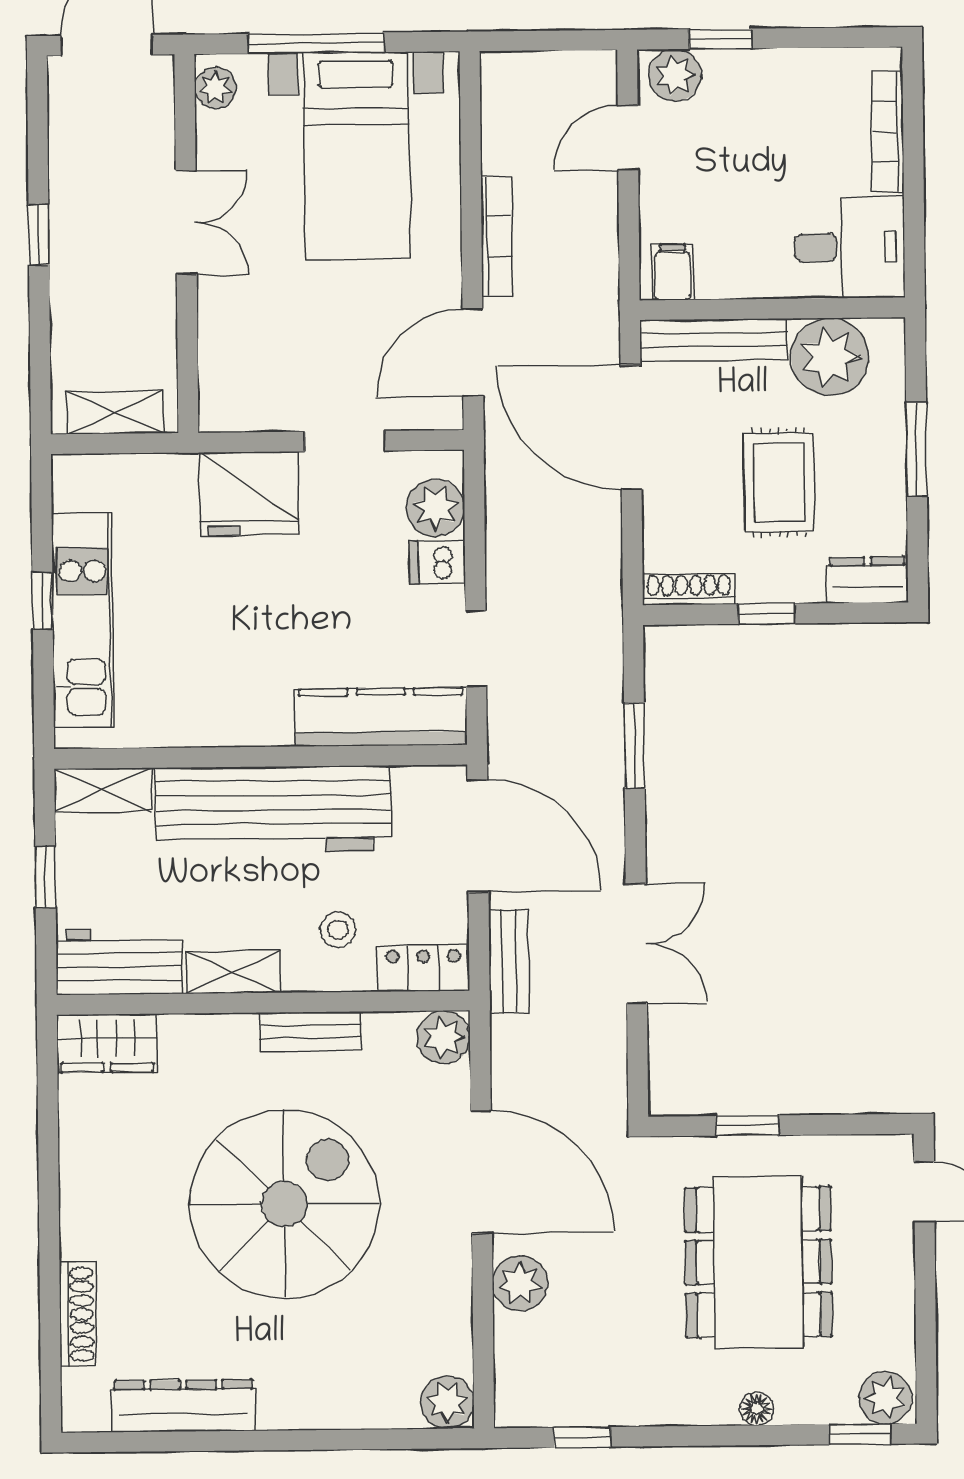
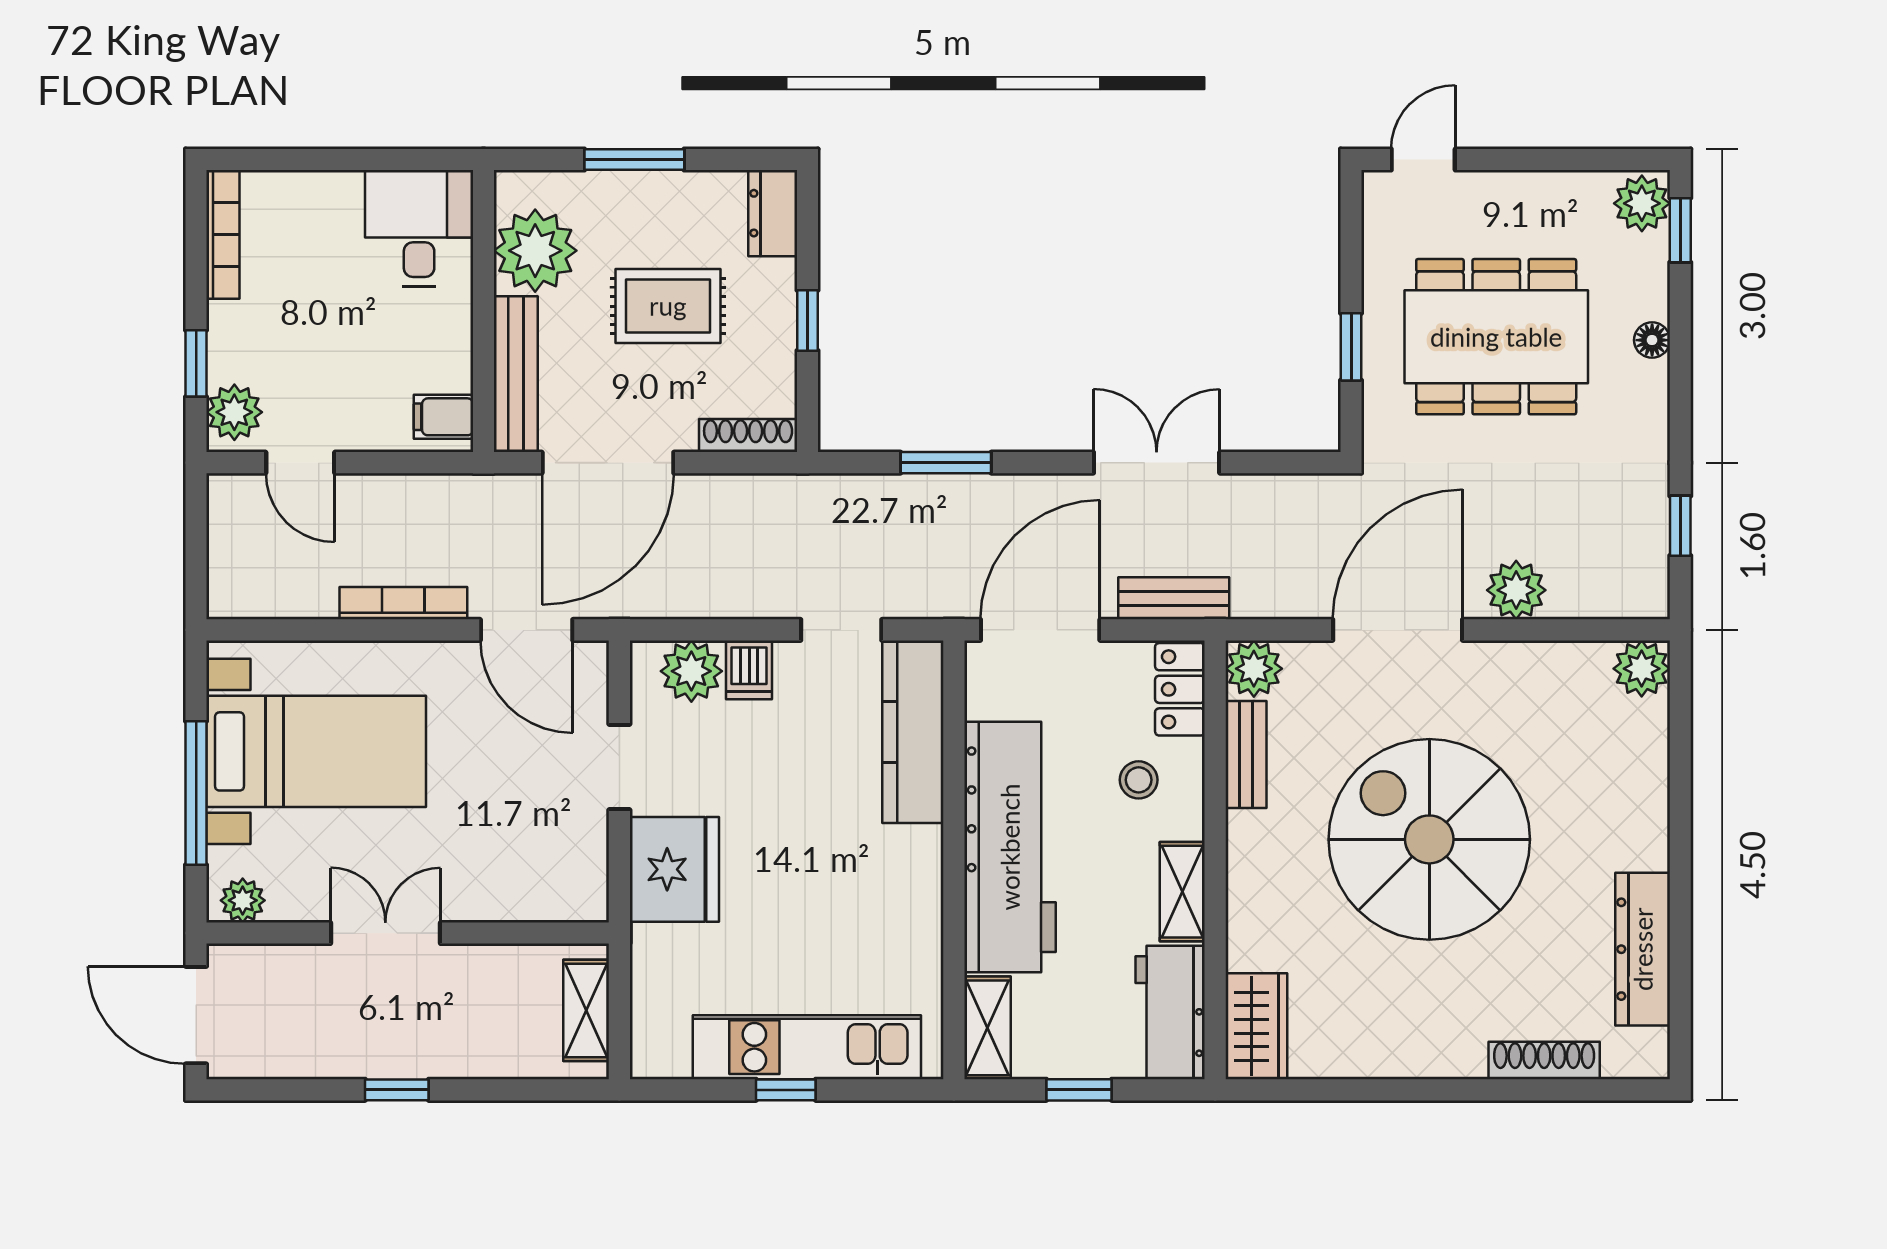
bookcase: (888, 131) -> (223, 234), moved, turned -90
shoe rack: (689, 589) -> (748, 436), moved, turned 90
bench: (310, 1031) -> (1246, 755), moved

